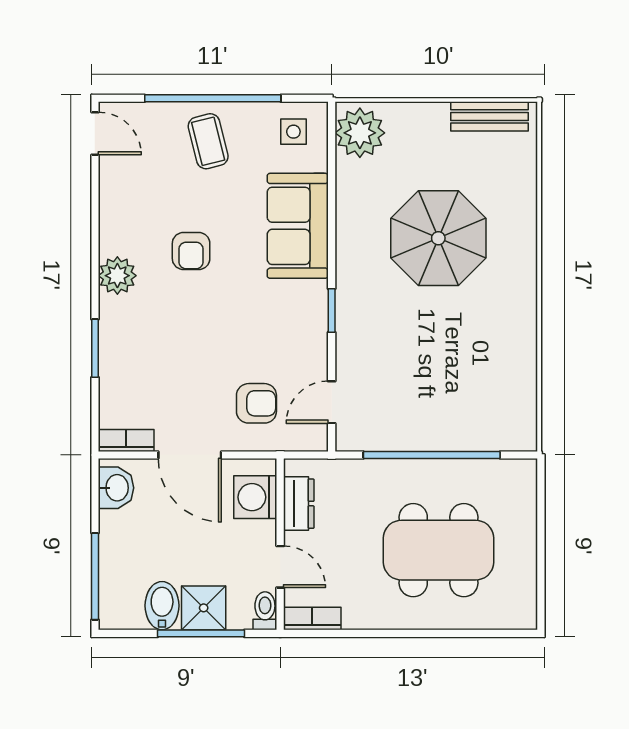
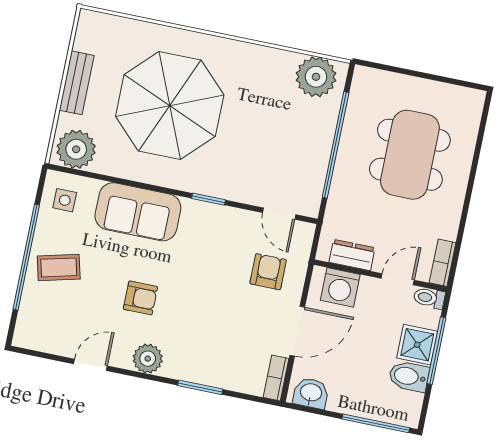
bench: (490, 116) -> (77, 83), moved
door: (95, 133) -> (90, 365), moved
parasol: (438, 238) -> (170, 106), width x1.36, depth x1.36
plant: (512, 413) -> (316, 77), added

